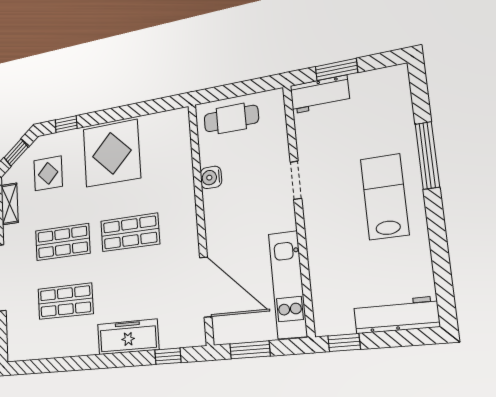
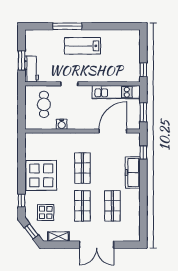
cafe table: (231, 118) -> (44, 104), moved
workbench: (396, 315) -> (134, 47), removed

